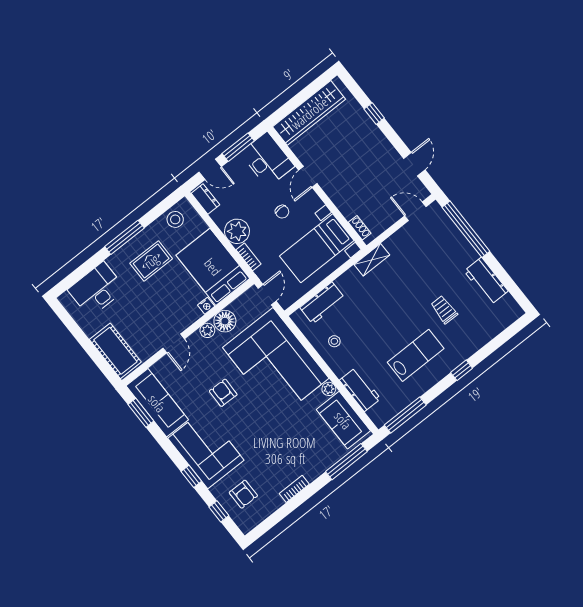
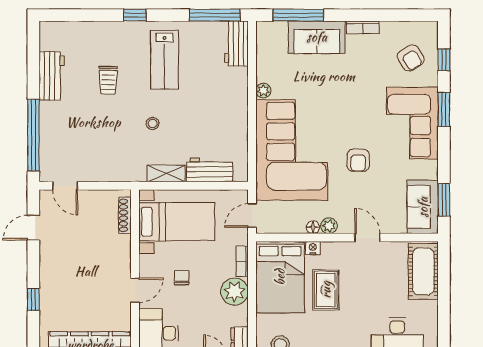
shoe rack: (360, 228) -> (125, 215), width x1.43
shelving: (372, 260) -> (166, 173), moved
rug: (151, 261) -> (326, 290), moved, turned 90
floor lamp: (225, 321) -> (313, 227), width x0.53, depth x0.53
stool: (334, 341) -> (153, 123), moved
door: (174, 343) -> (367, 238), hinge flipped
lab bench: (416, 355) -> (165, 60), turned -90
workbench: (360, 389) -> (237, 43), moved
sofa: (157, 403) -> (423, 207), width x0.73
sofa: (343, 420) -> (317, 37), moved, turned 90
window: (191, 476) -> (444, 109), width x1.50
armchair: (243, 494) -> (411, 58), turned 148

